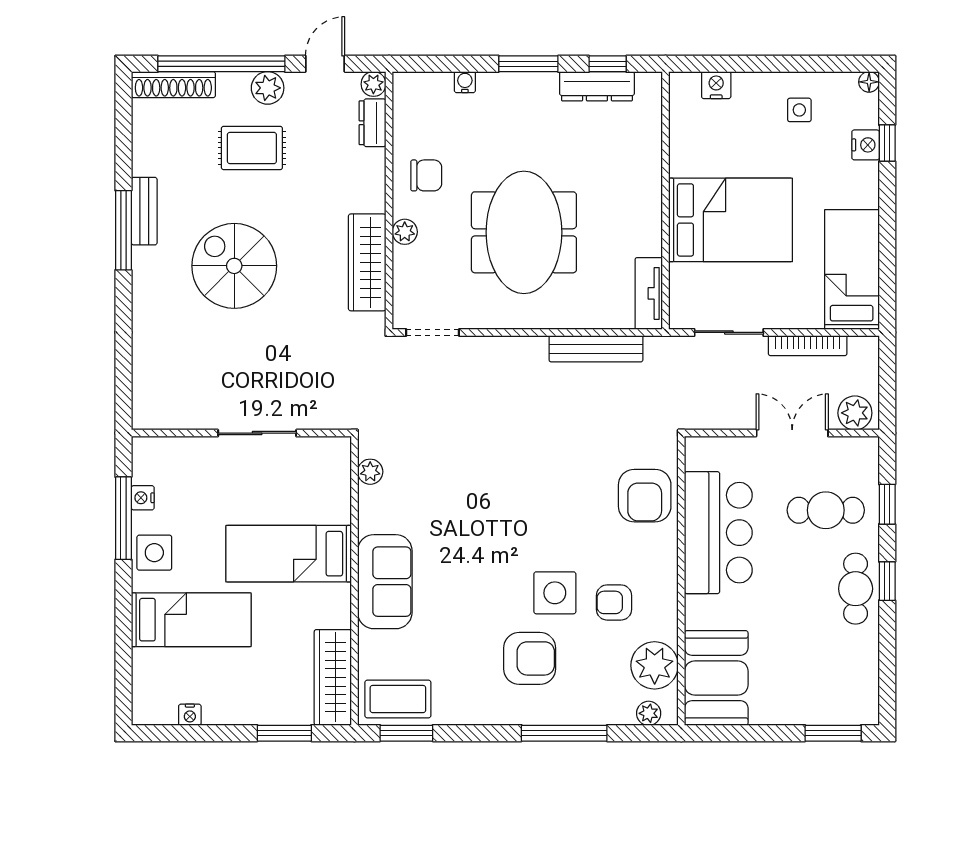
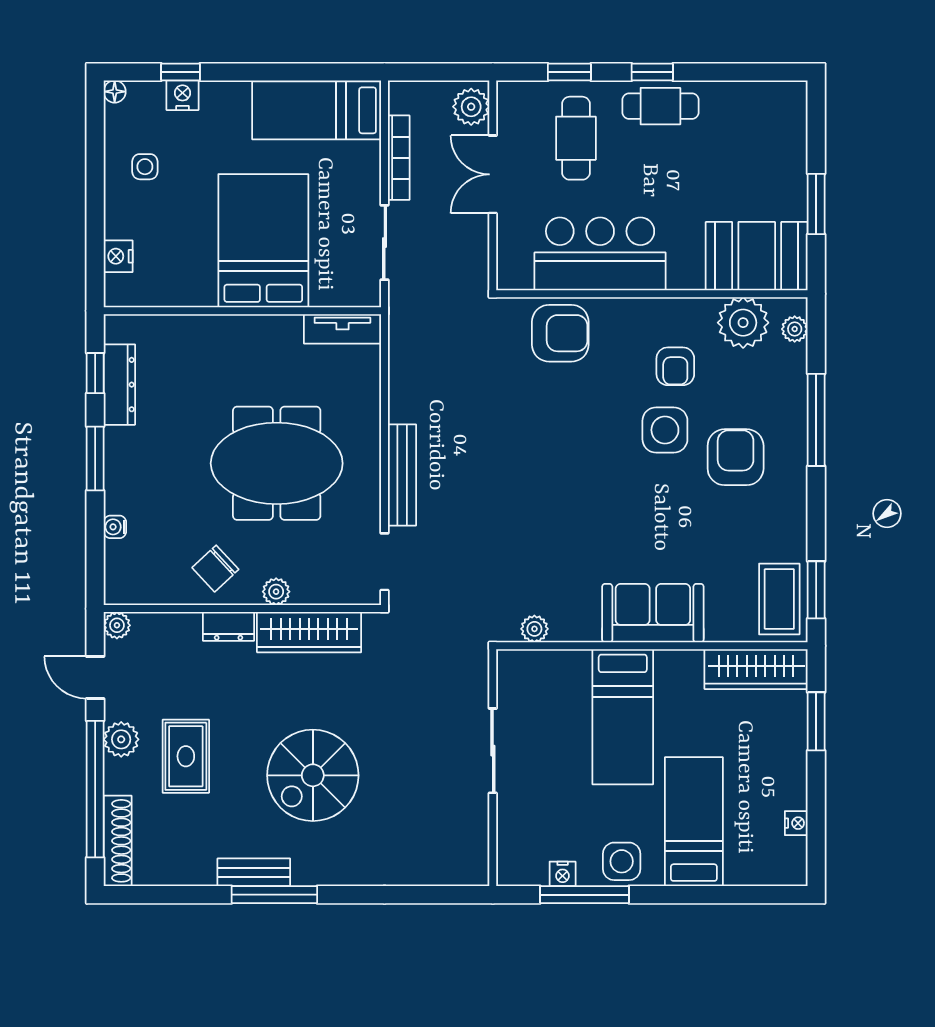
dresser: (372, 123) -> (229, 626), moved
chair: (426, 175) -> (215, 569), turned -133
bench: (596, 349) -> (402, 475), moved
window: (833, 733) -> (816, 204), moved

